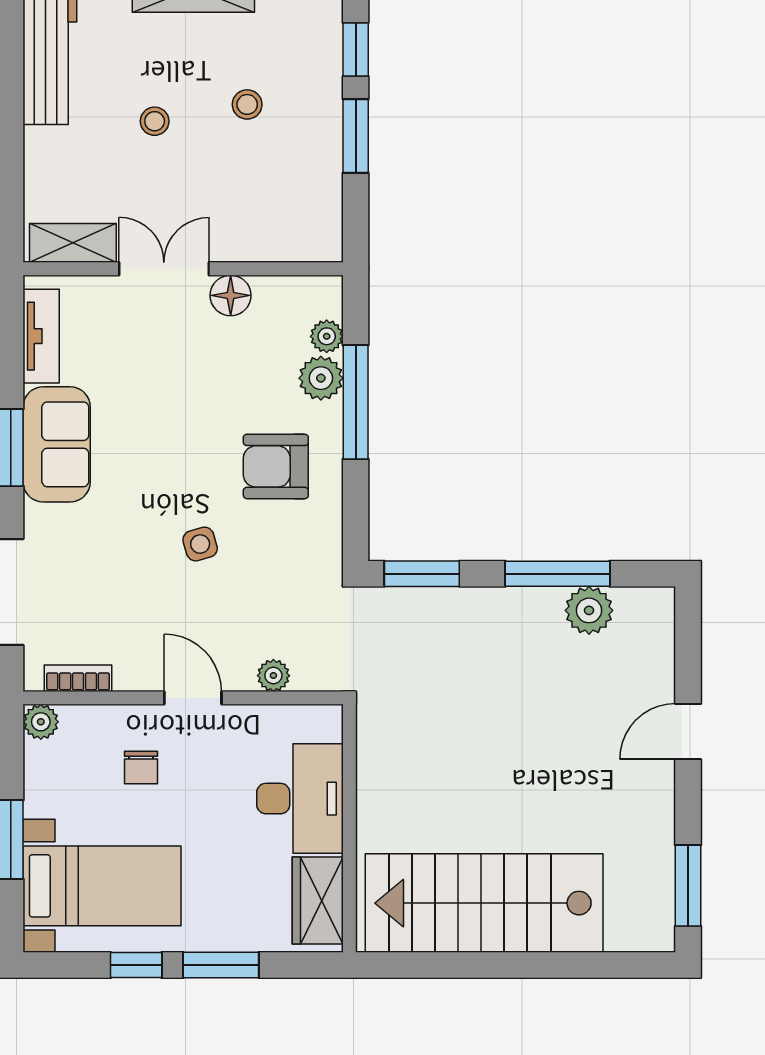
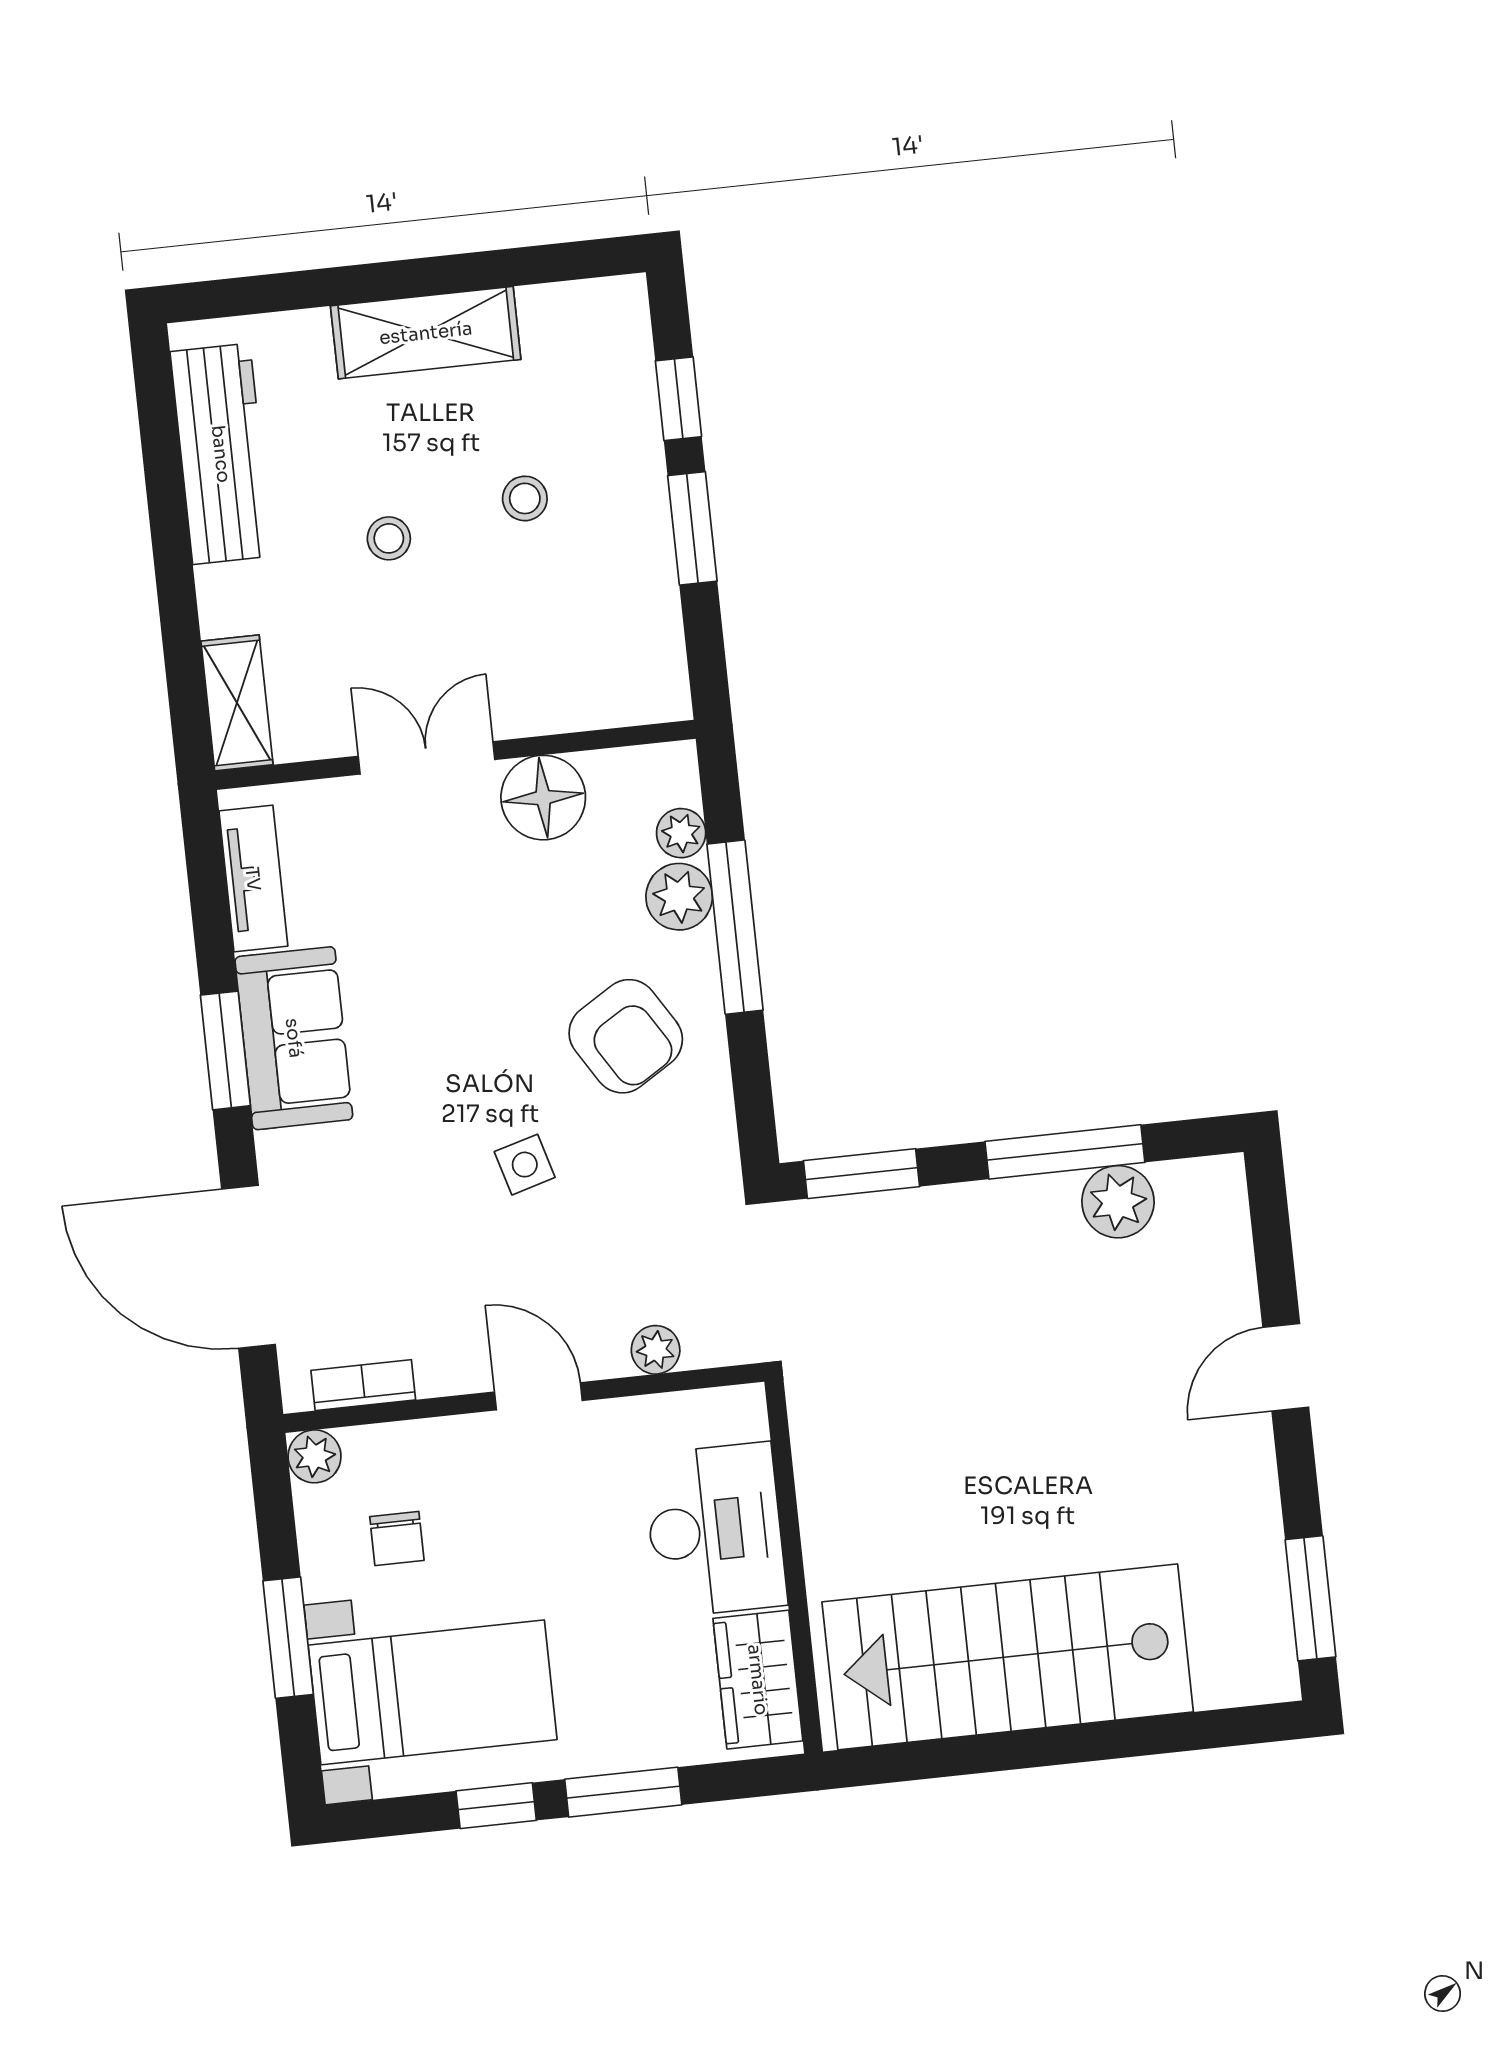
shelving: (73, 243) -> (237, 703), moved, turned 90
floor lamp: (231, 295) -> (543, 798), width x1.38, depth x1.38
armchair: (276, 466) -> (626, 1036), turned -122
chair: (141, 767) -> (397, 1539), moved

